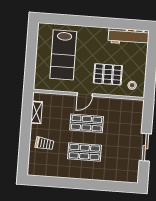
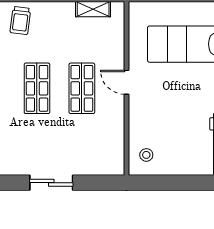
pallet: (108, 74) -> (161, 116), removed
trolley: (44, 144) -> (20, 20), moved

